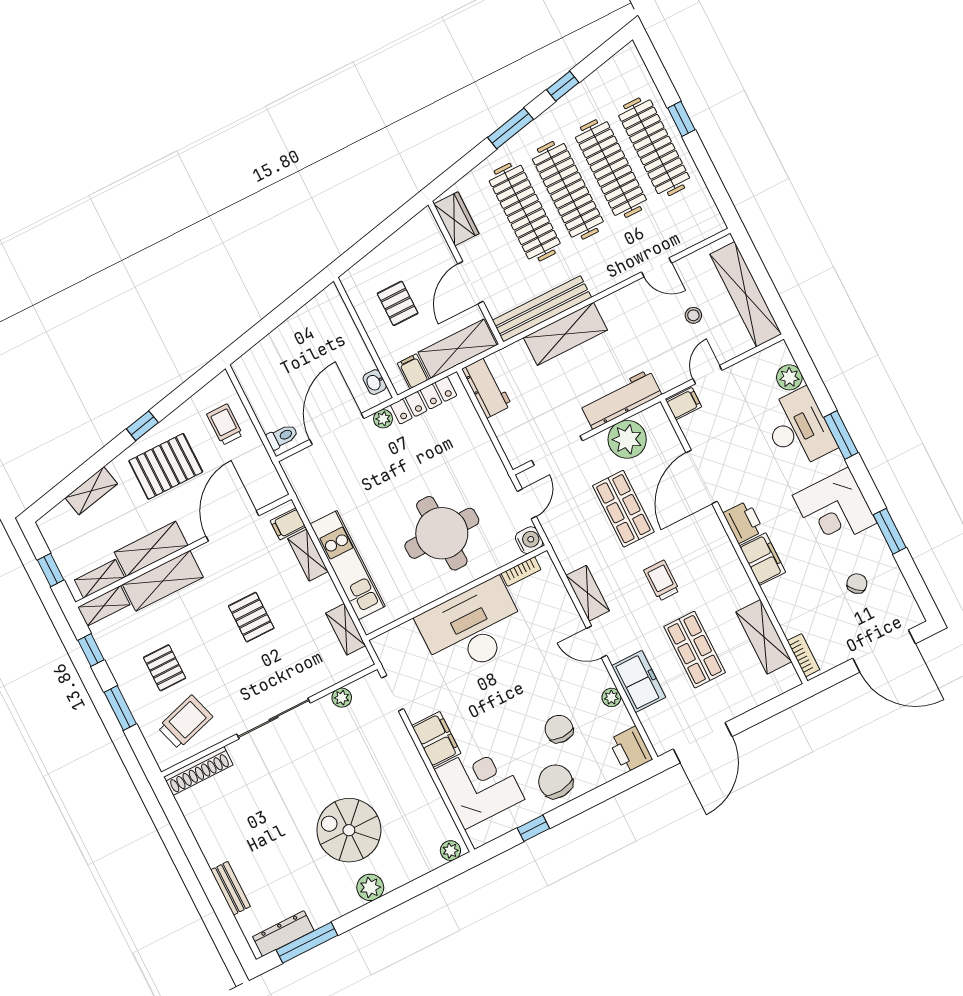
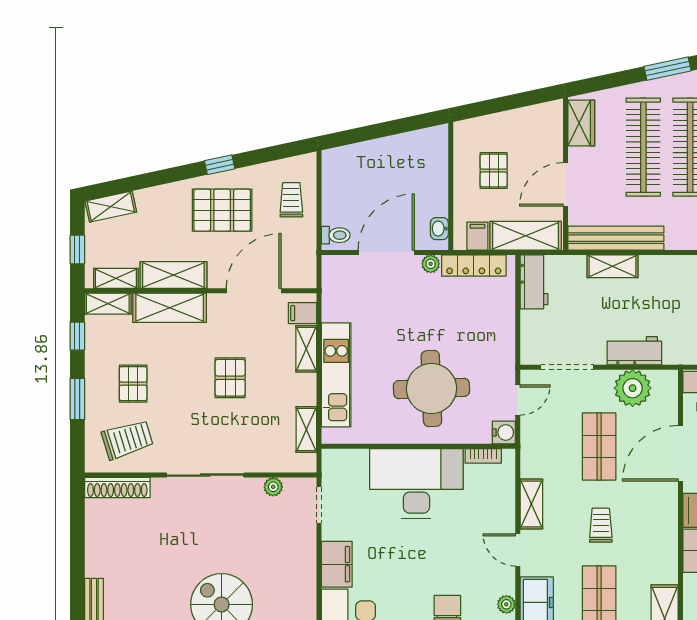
shelving: (565, 334) -> (613, 266), width x0.67, depth x0.75
workbench: (621, 399) -> (634, 351), width x0.73
shelving: (91, 491) -> (111, 207), moved

